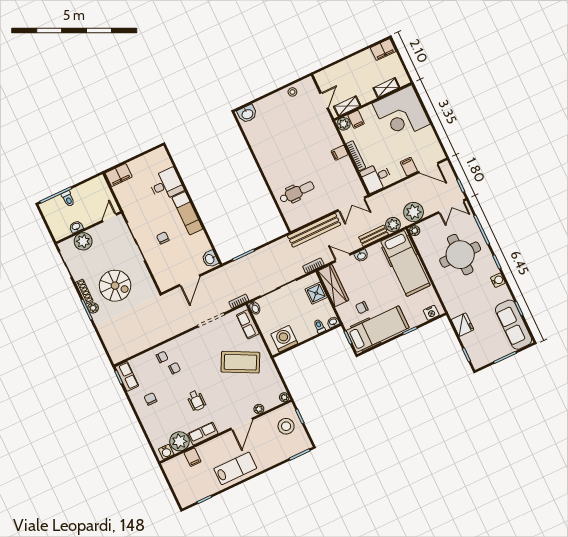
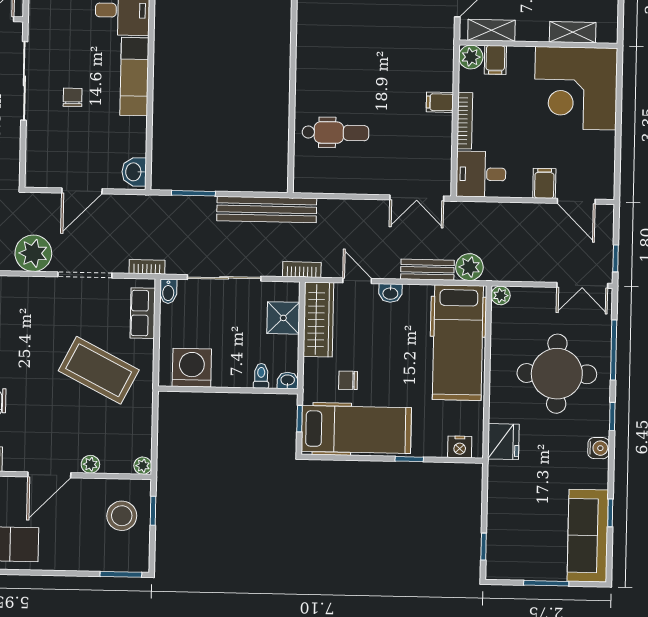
plant: (414, 212) -> (33, 253), moved
bench: (314, 230) -> (267, 209), moved
fridge: (463, 325) -> (503, 442), moved

